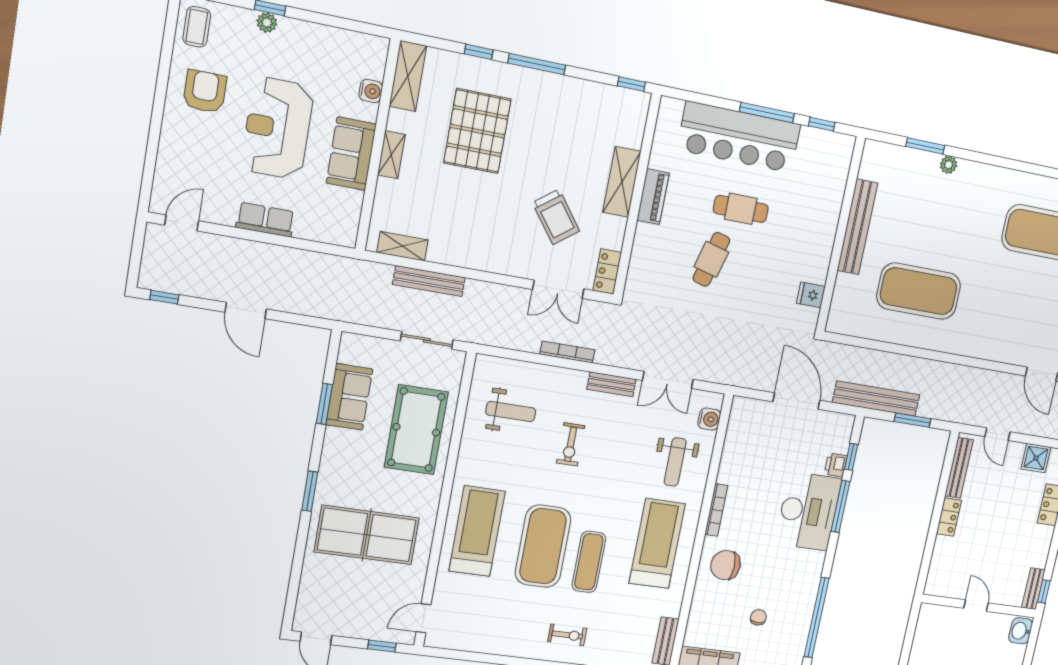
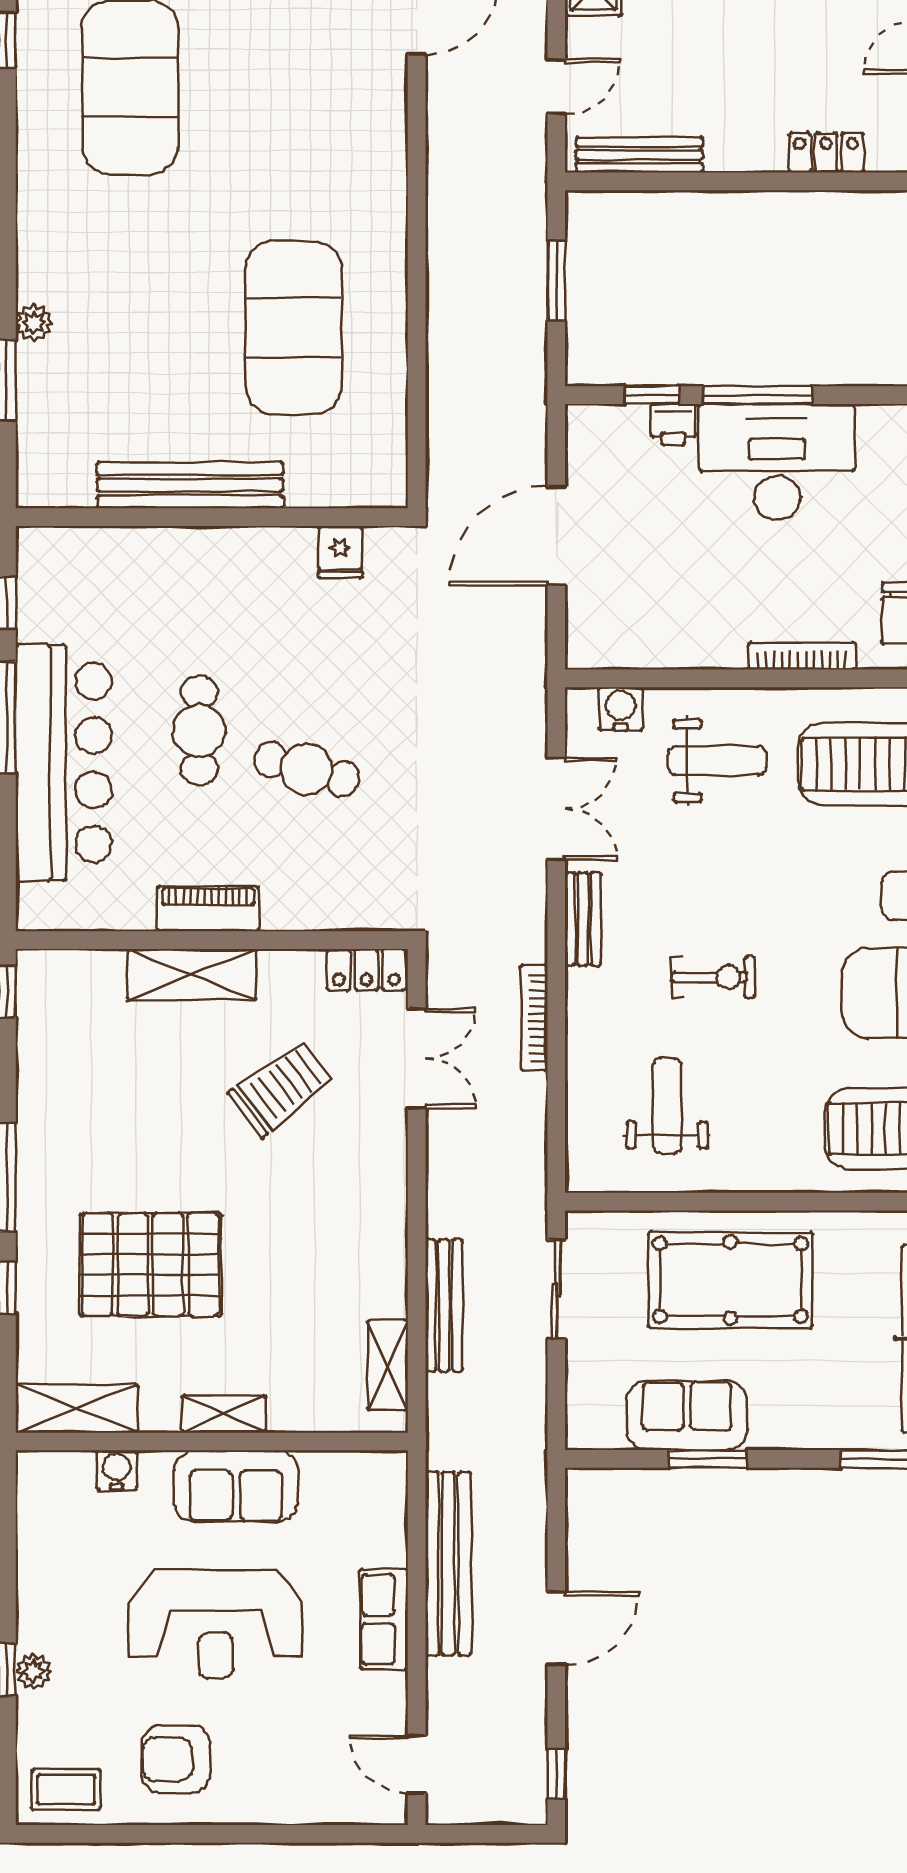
bench: (876, 399) -> (448, 1564), moved
locker: (949, 517) -> (826, 153), moved

